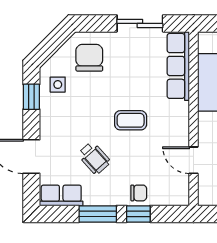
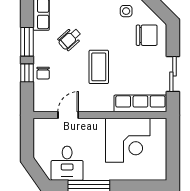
coffee table: (131, 120) -> (99, 67), width x1.36, depth x1.30

